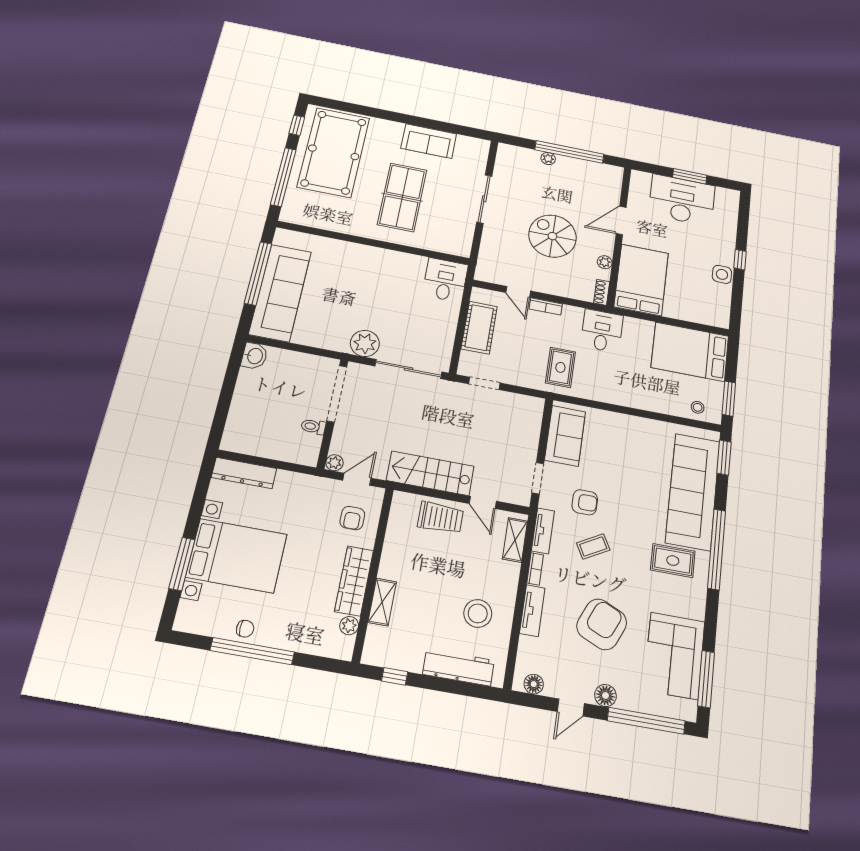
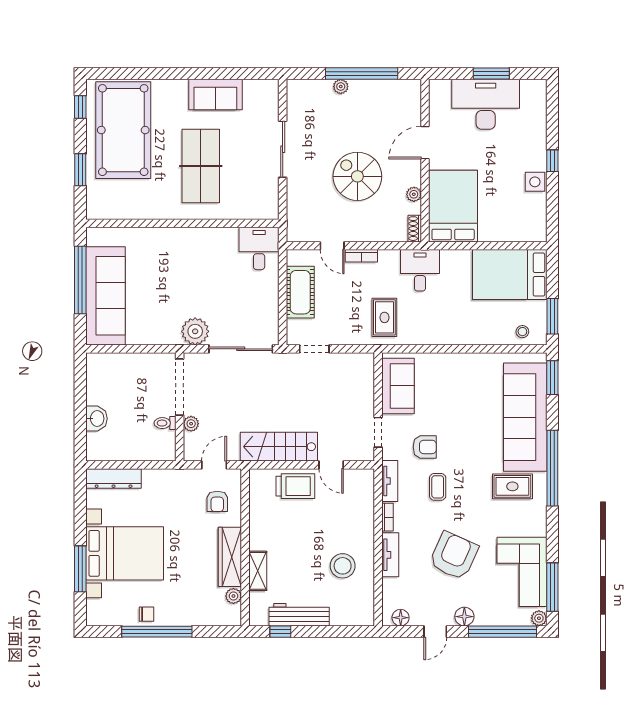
window: (283, 177) -> (80, 170), width x0.47
washbasin: (254, 356) -> (97, 419), moved
plant: (335, 463) -> (191, 424), moved
shelving: (515, 540) -> (366, 494), removed
coffee table: (593, 546) -> (438, 487), turned -61
workbench: (459, 667) -> (299, 615), moved
plant: (688, 712) -> (539, 618), added

